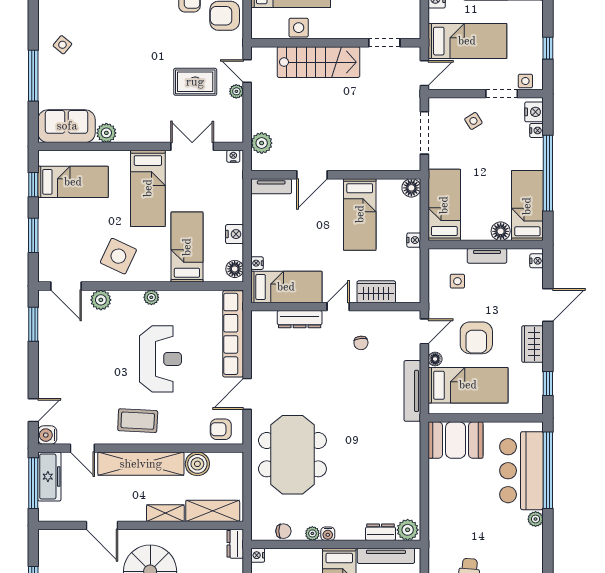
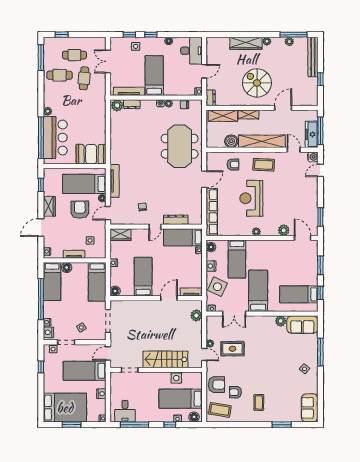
side table: (118, 256) -> (217, 287), moved
wardrobe: (376, 292) -> (120, 235), moved
armchair: (221, 429) -> (233, 164), moved
door: (102, 525) -> (283, 108), hinge flipped

